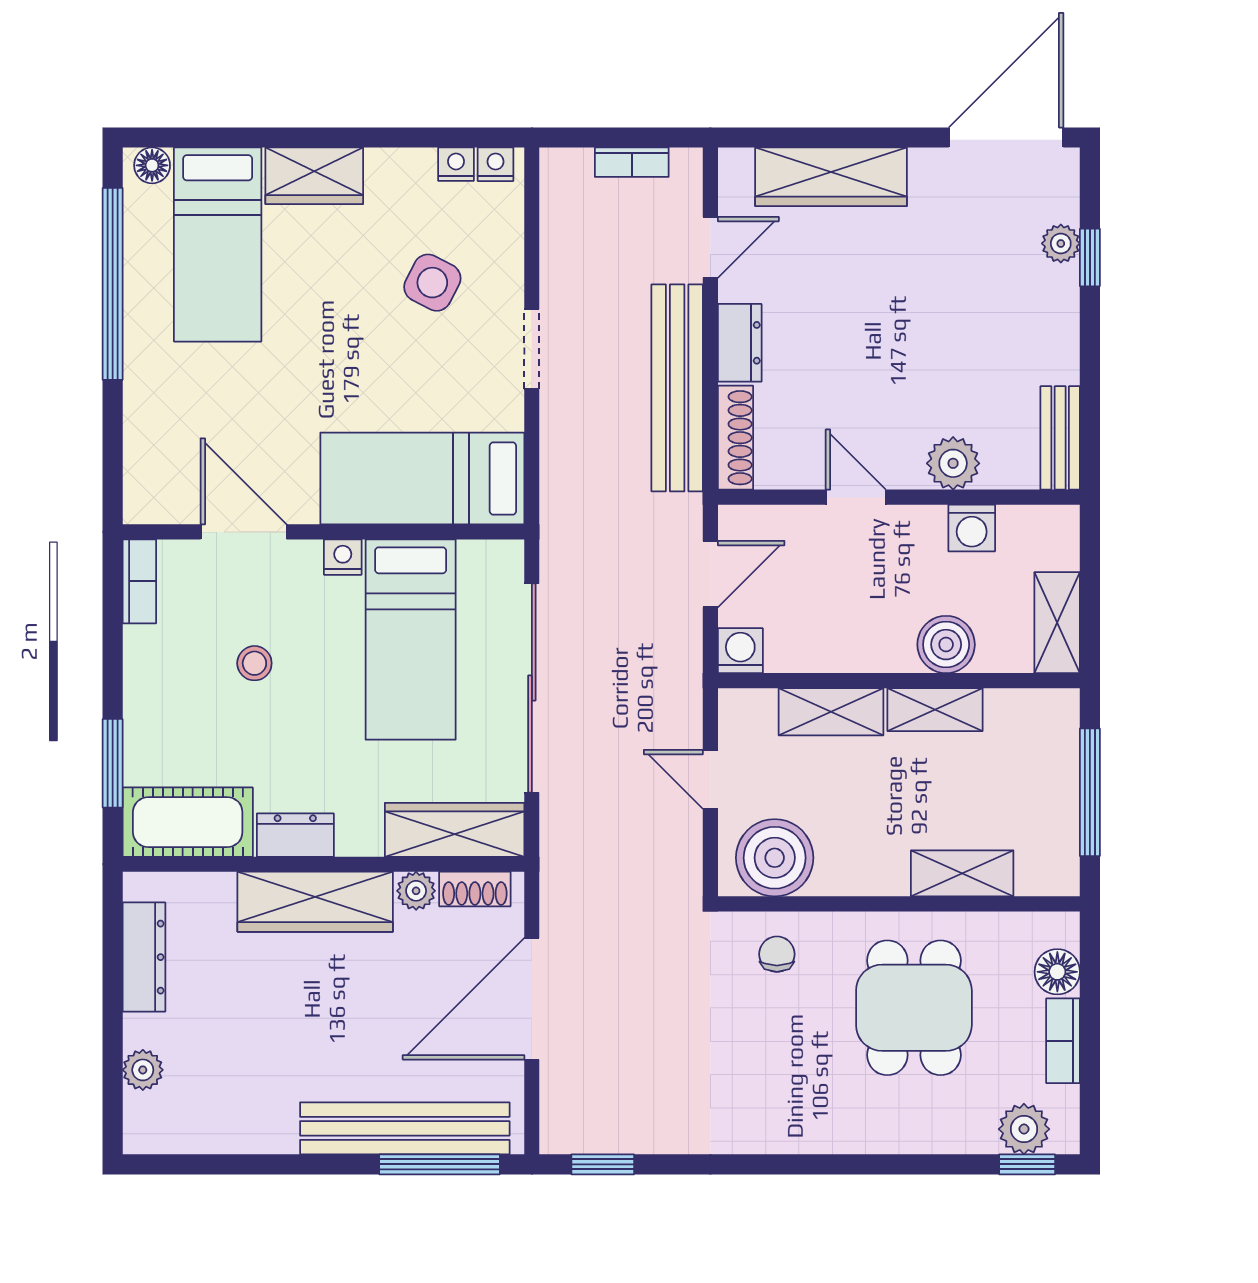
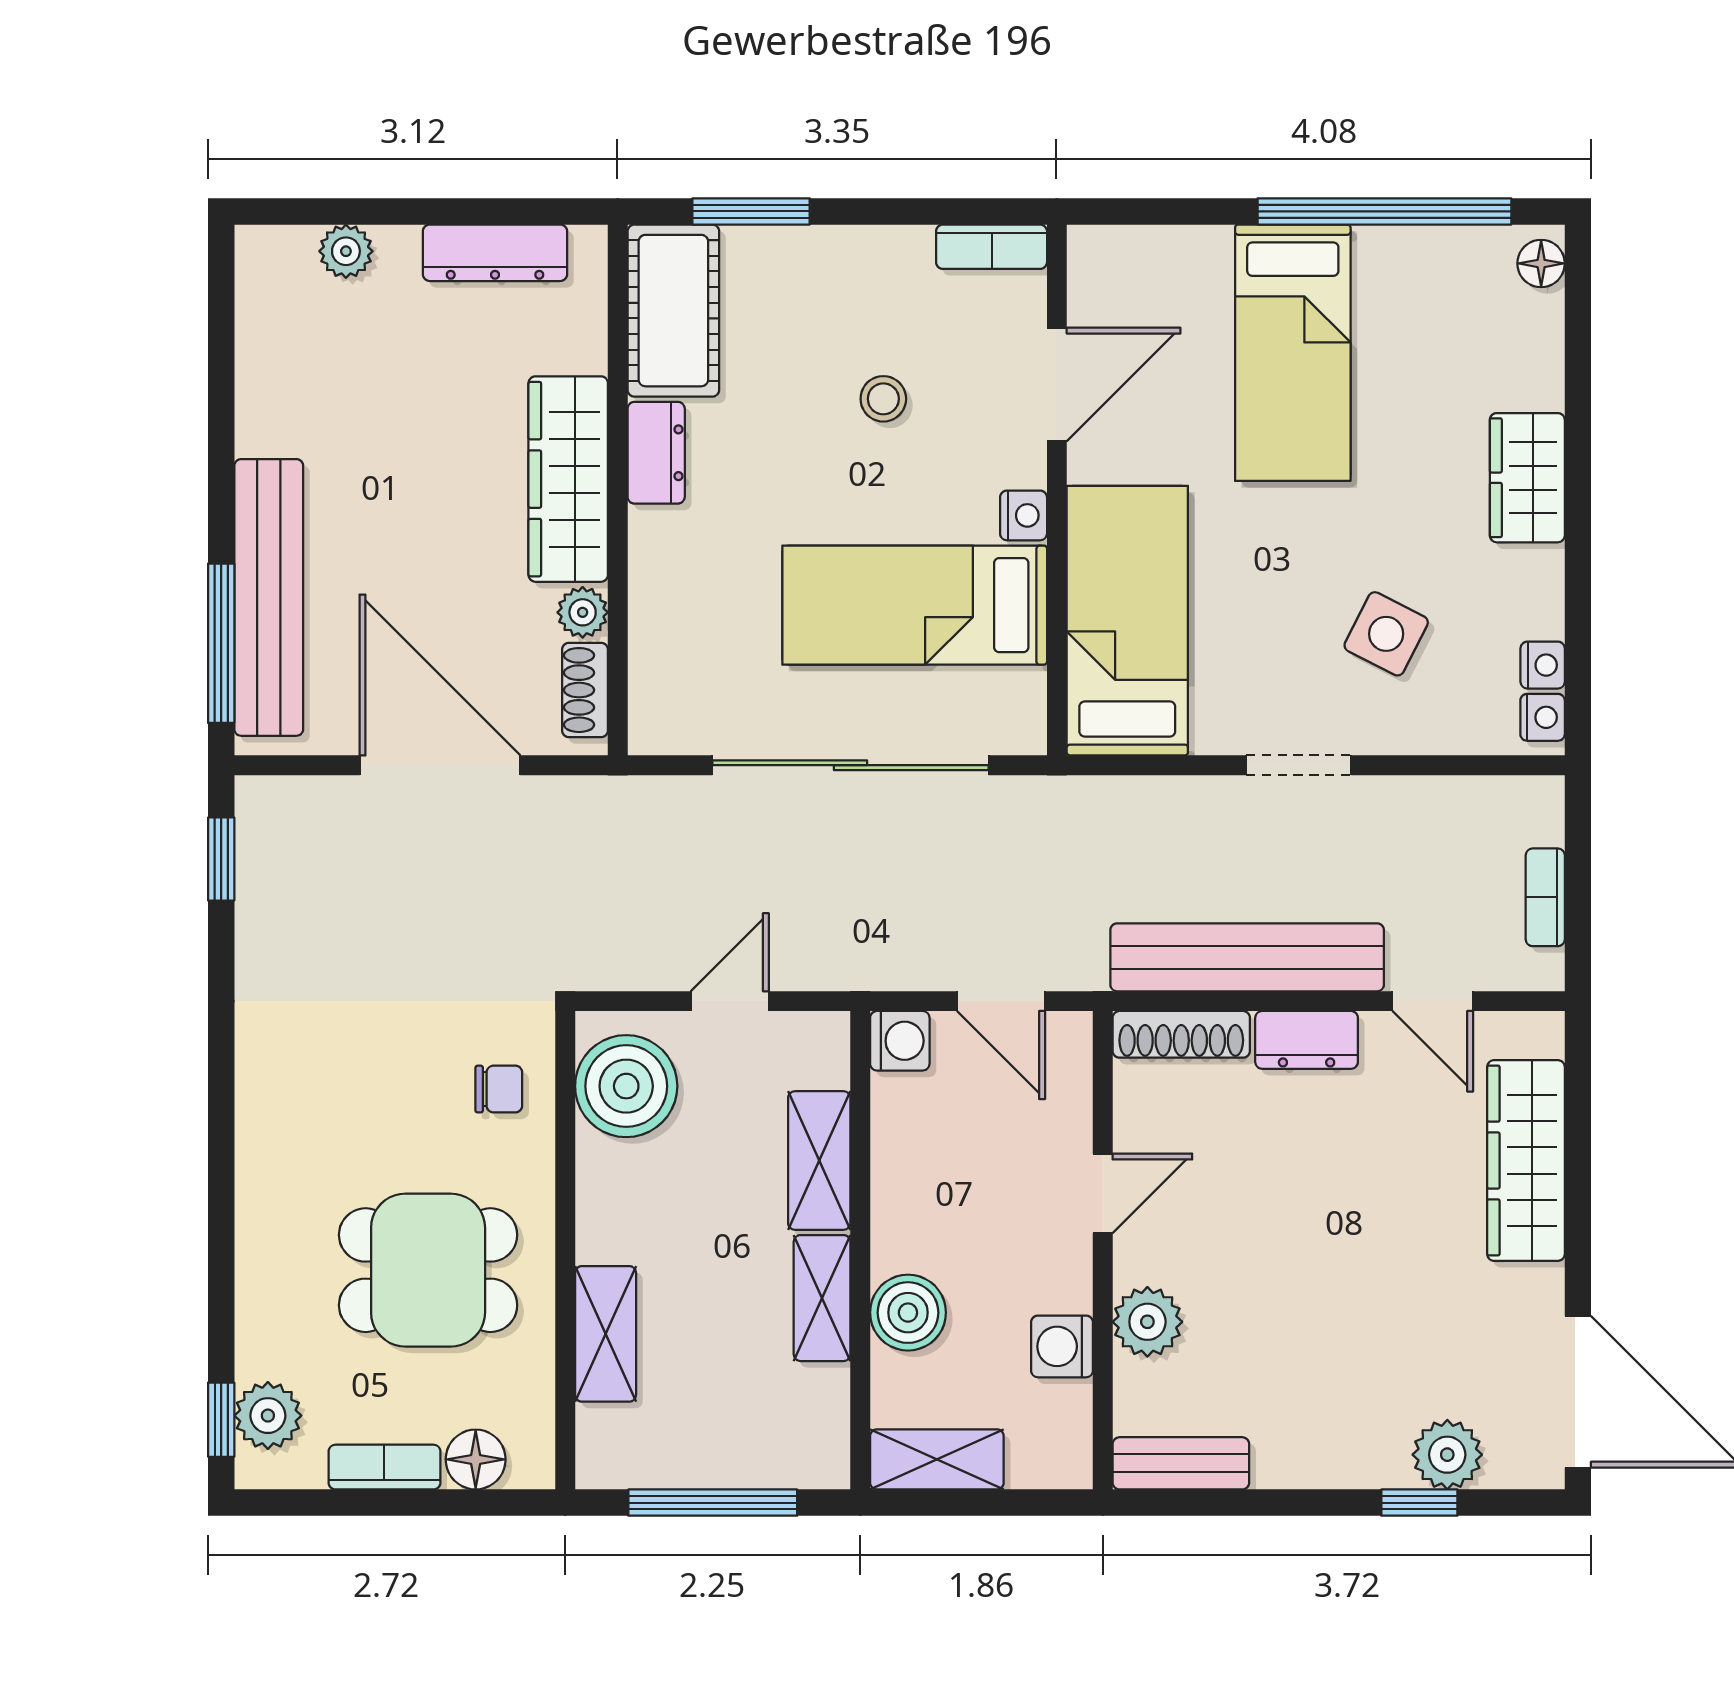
plant: (1061, 243) -> (1447, 1455), width x1.38, depth x1.38
bed: (218, 244) -> (1293, 353), moved, turned -90
wardrobe: (455, 830) -> (663, 663), removed

